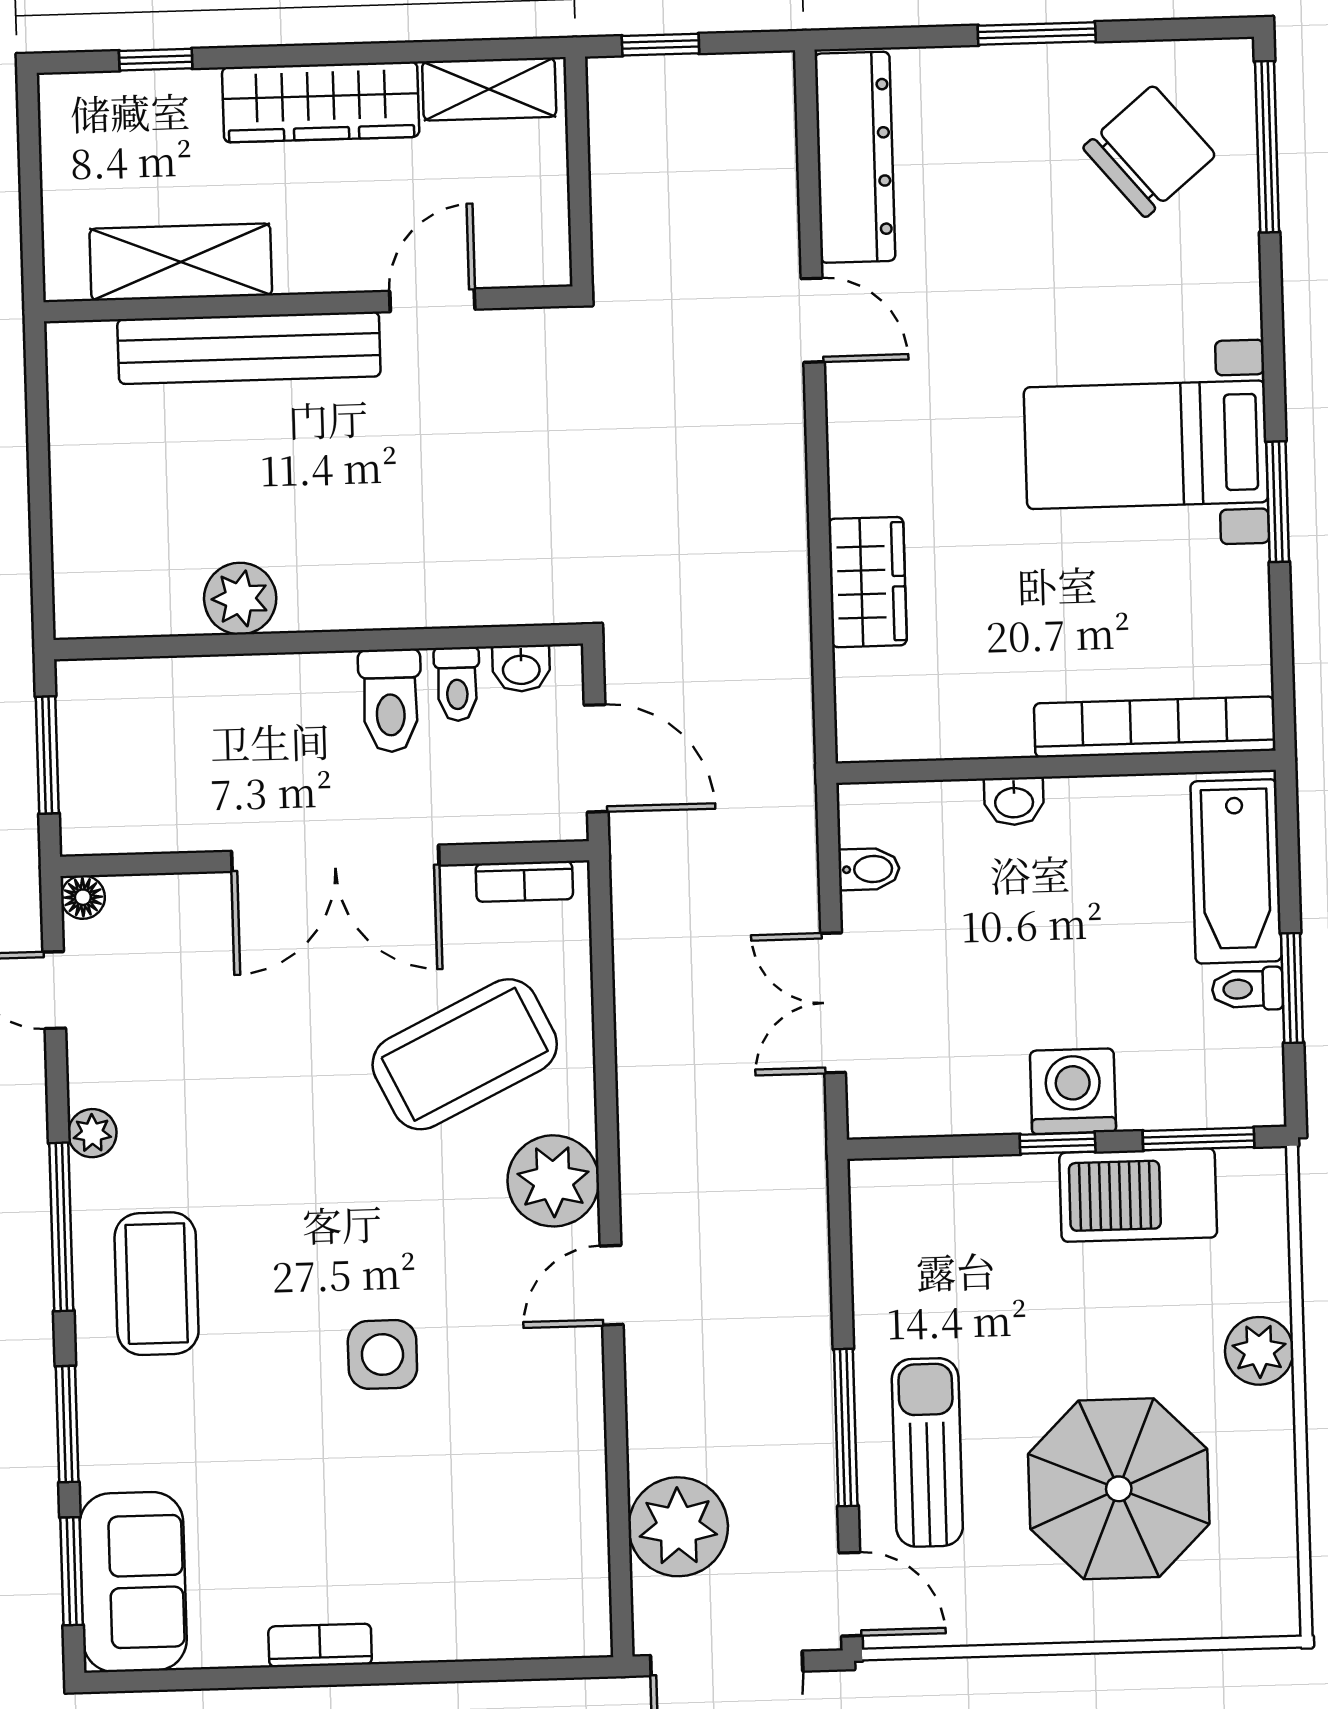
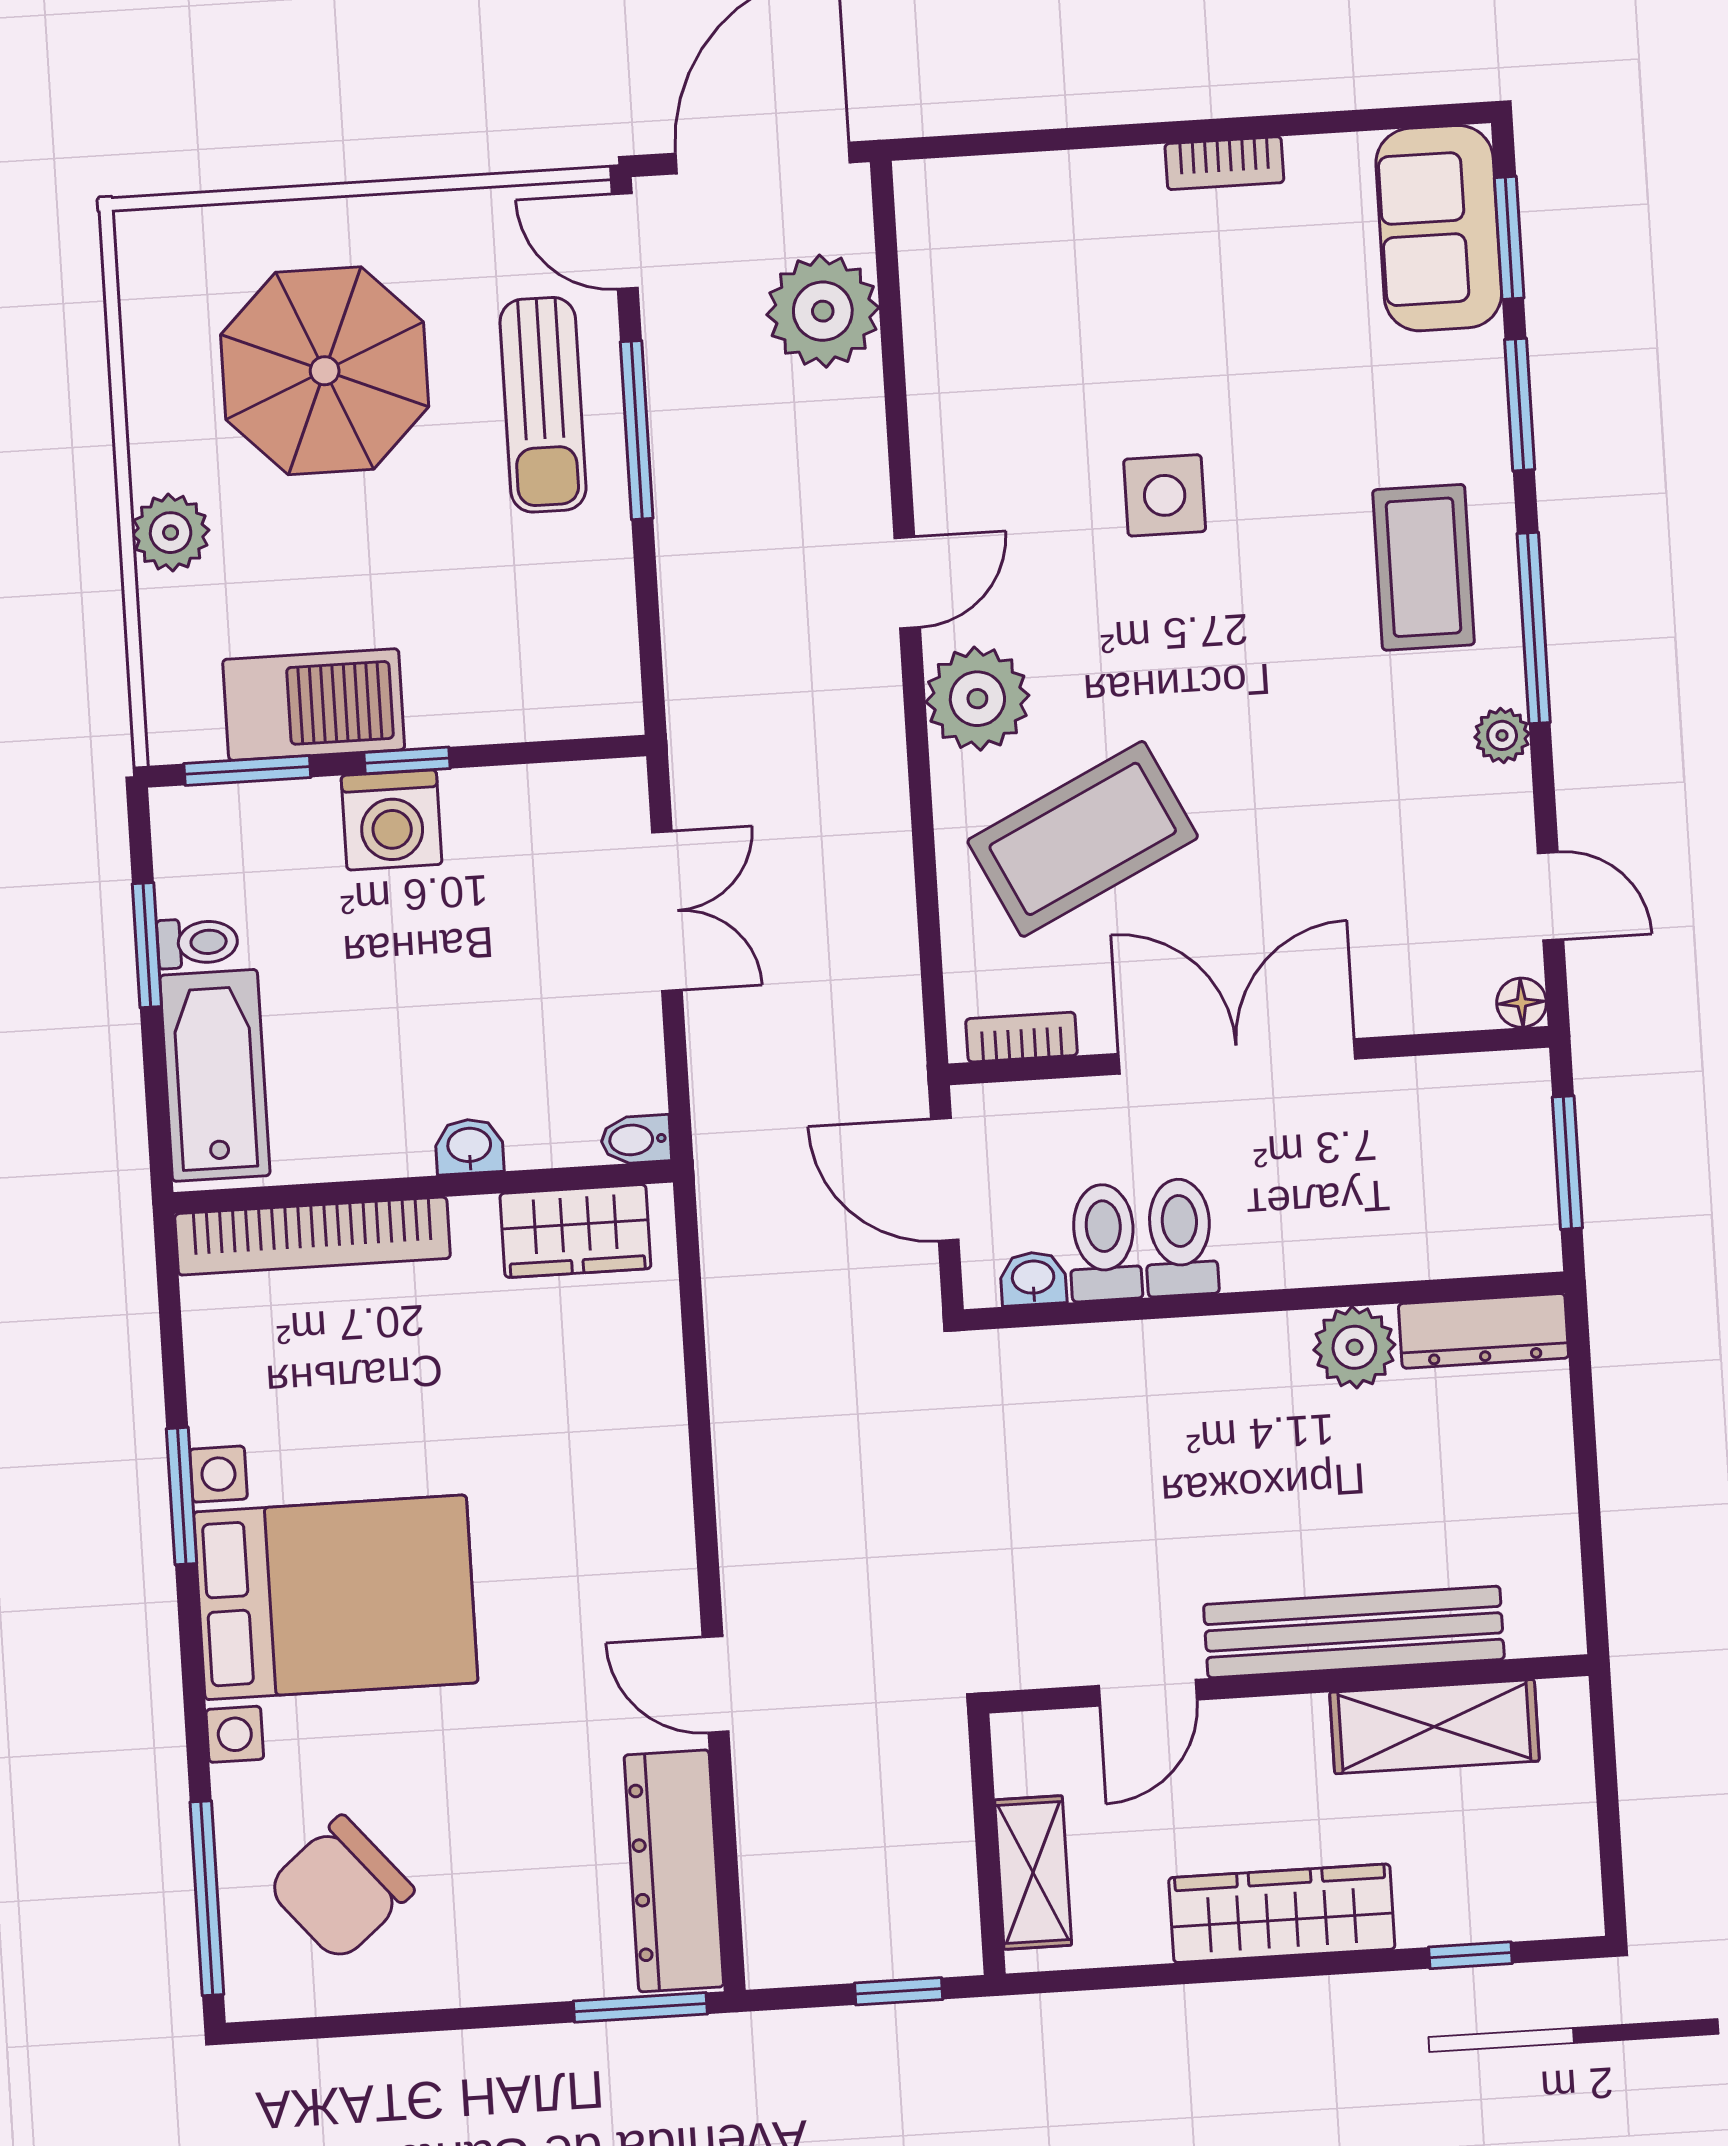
window: (1037, 33) -> (640, 2007), moved
shelving: (489, 89) -> (1033, 1873), moved, turned 90
bed with nightstands: (1146, 445) -> (336, 1597), width x1.36
wardrobe: (868, 582) -> (575, 1231), moved, turned -90
dresser: (126, 609) -> (1484, 1331), added
toilet: (457, 684) -> (1104, 1242), width x1.37, depth x1.39
bidet: (869, 869) -> (636, 1140), moved

